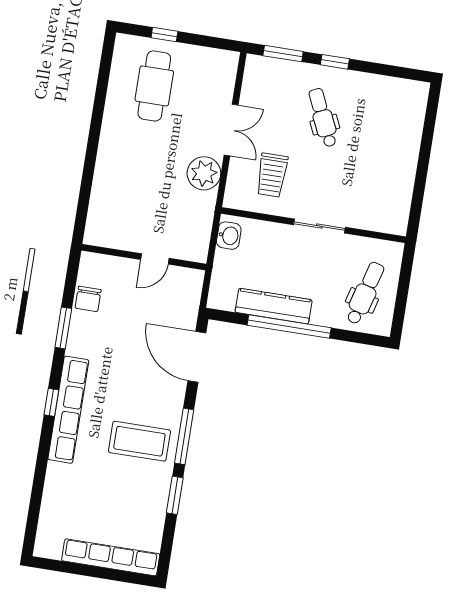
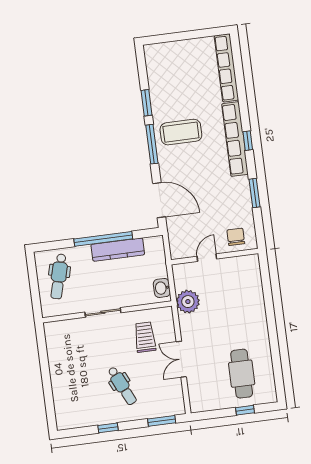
window: (335, 62) -> (108, 428), moved
plant: (204, 173) -> (188, 302), moved
chair: (88, 299) -> (236, 237), moved
row of seats: (111, 557) -> (226, 68), moved, turned 90

